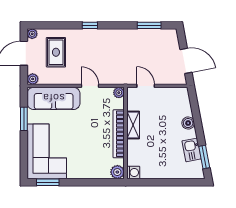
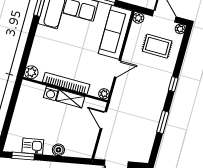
window: (149, 25) -> (163, 122), moved
door: (146, 86) -> (103, 120), swing flipped
washing machine: (133, 172) -> (51, 93), moved

